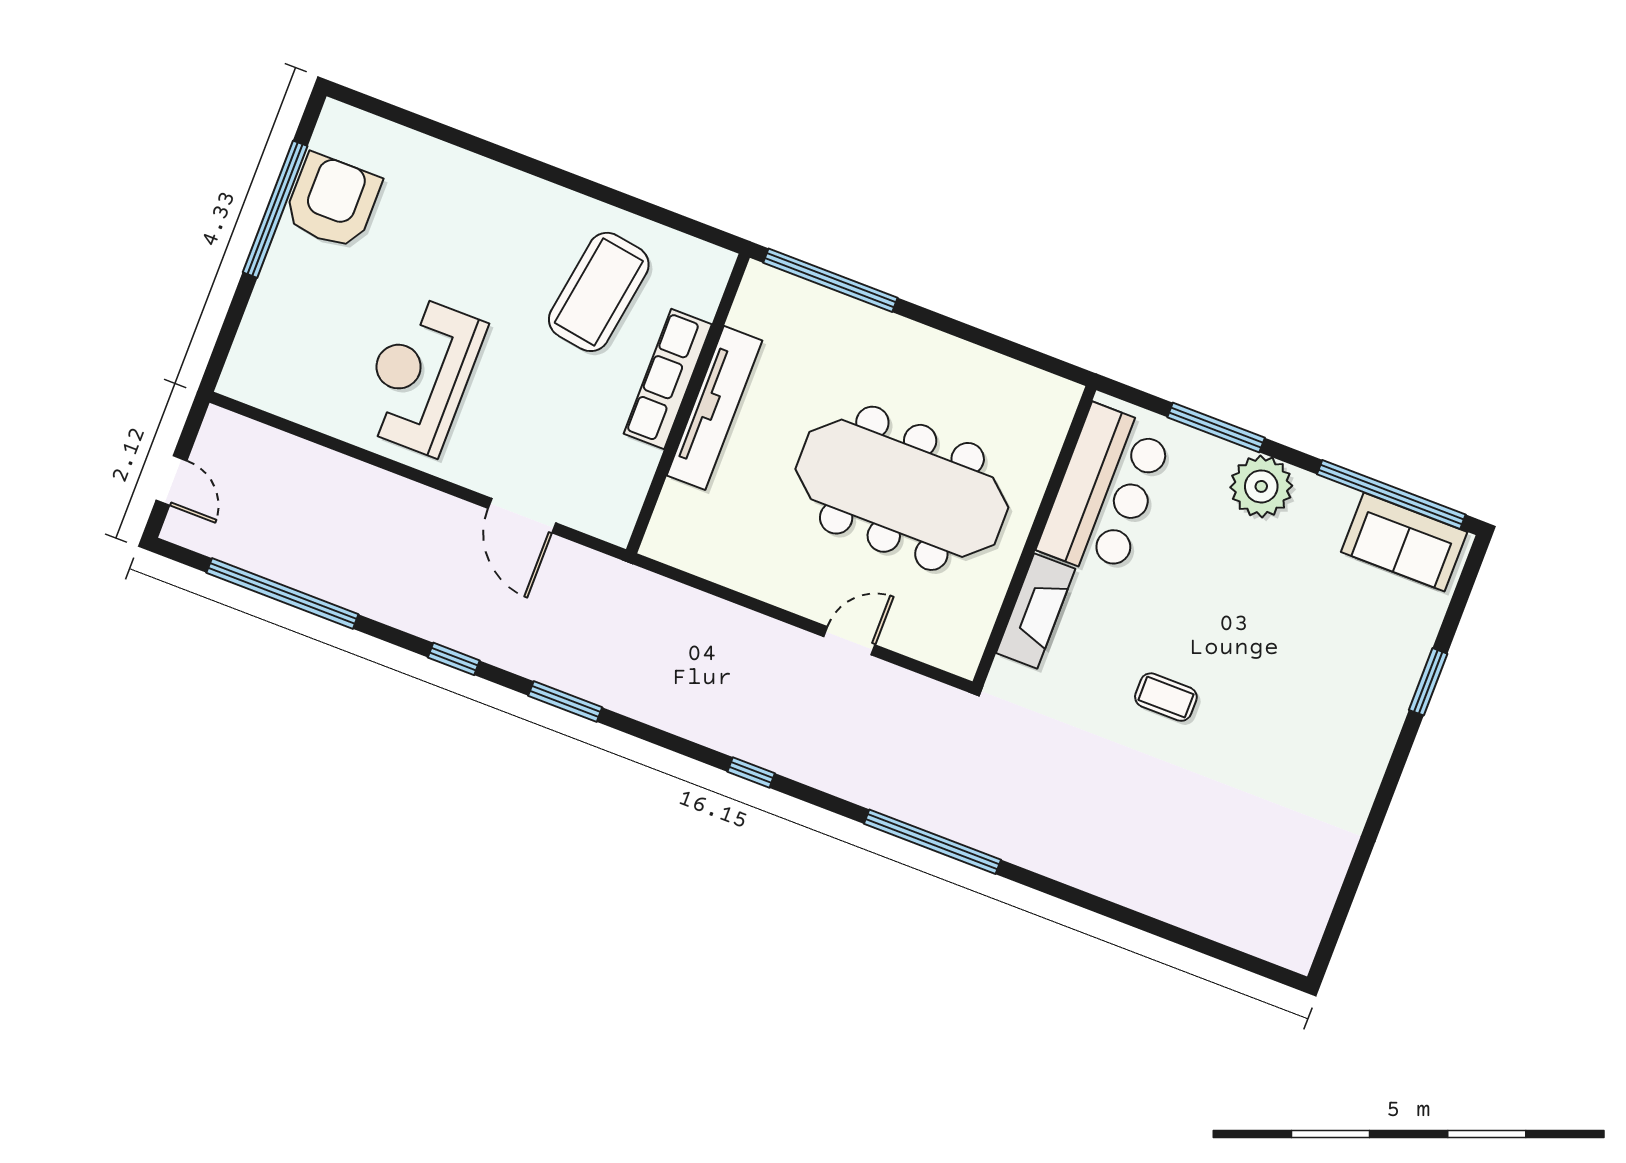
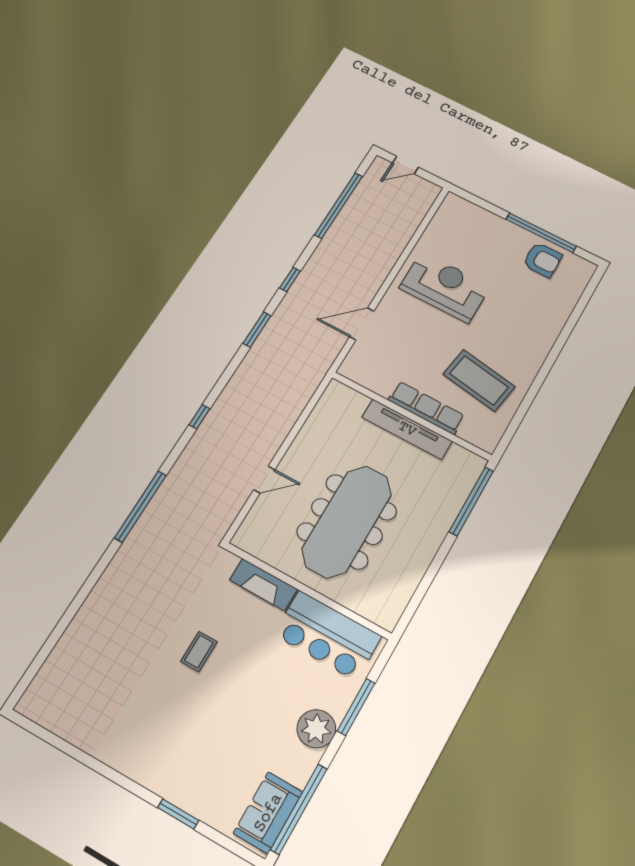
armchair: (332, 201) -> (542, 260), width x0.73, depth x0.73
door: (849, 641) -> (264, 480), hinge flipped

